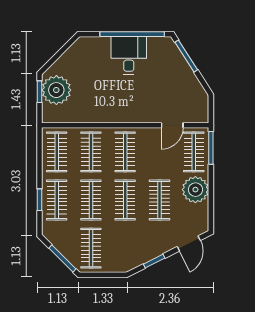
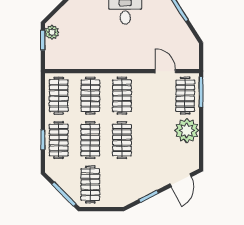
plant: (56, 90) -> (52, 32), width x0.53, depth x0.53
door: (172, 125) -> (165, 71), swing flipped
clothes rail: (159, 200) -> (154, 140), removed

